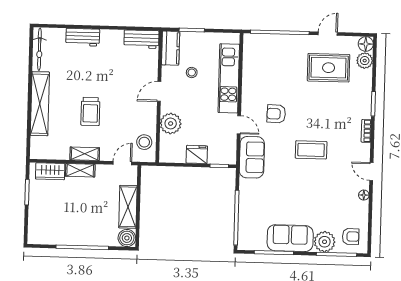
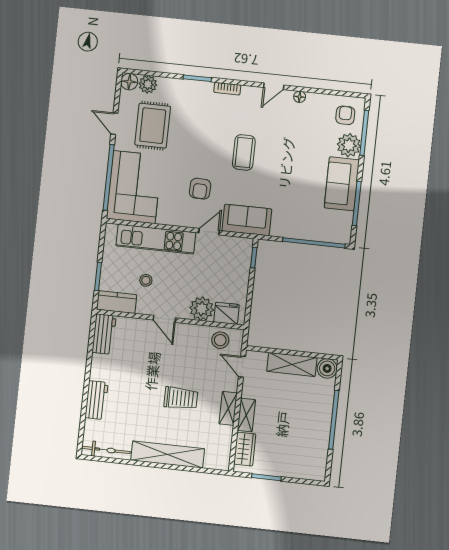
corner sofa: (273, 56) -> (134, 187), added
fridge: (197, 154) -> (226, 313), moved, turned 90

